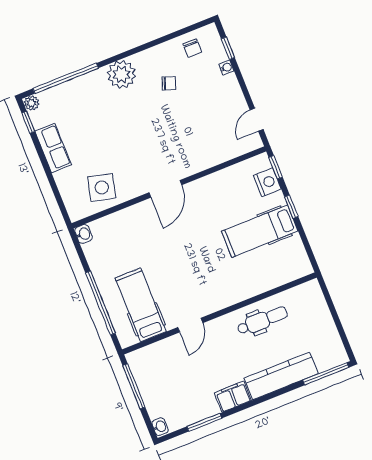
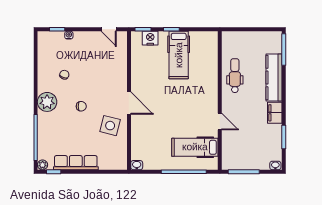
chair: (192, 48) -> (81, 106), moved
row of seats: (53, 148) -> (76, 163), width x1.48
side table: (102, 187) -> (110, 126), moved

